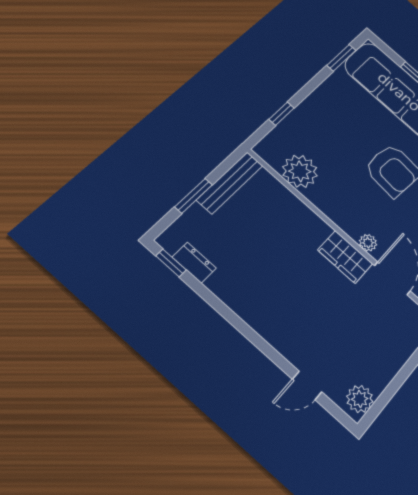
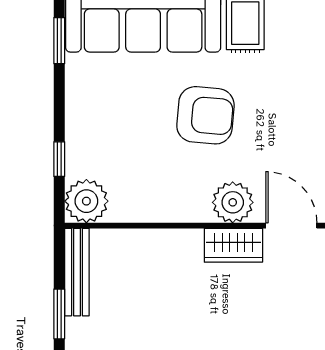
plant: (300, 171) -> (86, 201), moved
plant: (368, 243) -> (233, 202), width x1.88, depth x1.88

